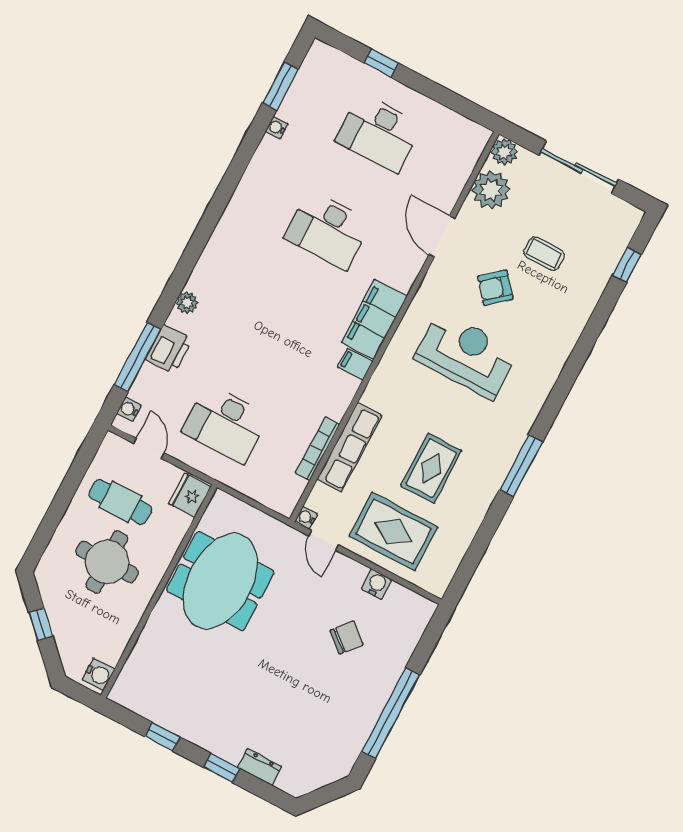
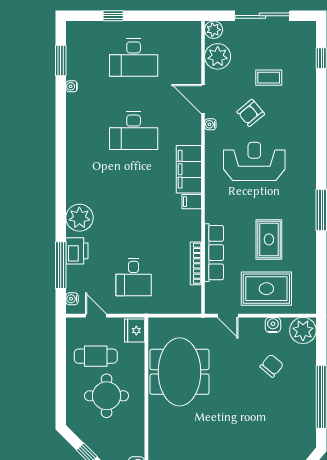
plant: (187, 303) -> (79, 218), width x1.88, depth x1.88
desk: (226, 424) -> (134, 277), width x0.73
water cooler: (306, 517) -> (210, 124), moved
plant: (413, 613) -> (303, 330), added

